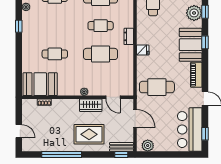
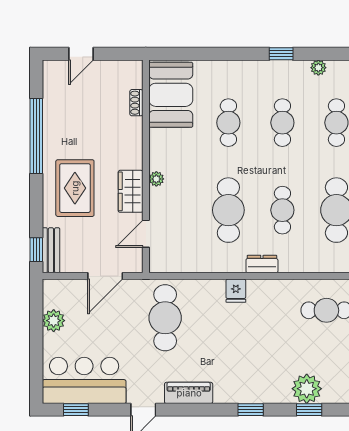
cafe table: (55, 26) -> (282, 123), added
booth: (191, 45) -> (246, 382), removed
plant: (148, 146) -> (54, 321), moved

